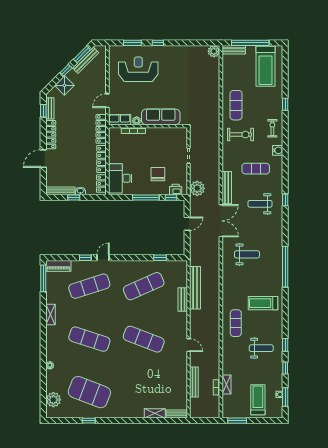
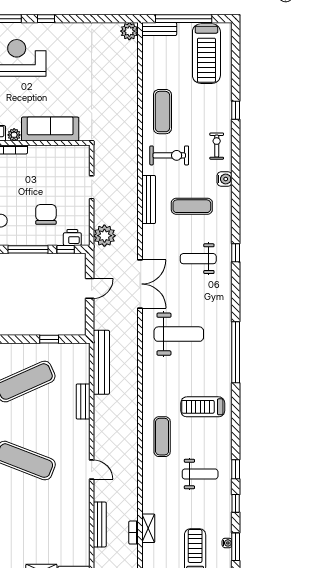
bench: (227, 188) -> (149, 200), moved
weight bench: (247, 254) -> (179, 334), width x1.36, depth x1.33
bench: (195, 288) -> (101, 362), moved

